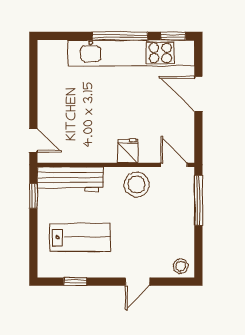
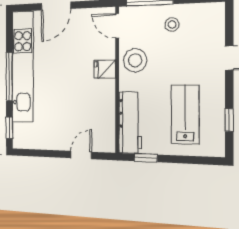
window: (173, 36) -> (9, 128), moved
door: (33, 140) -> (81, 155), moved
door: (174, 165) -> (117, 26), hinge flipped
stool: (181, 266) -> (172, 25), moved

